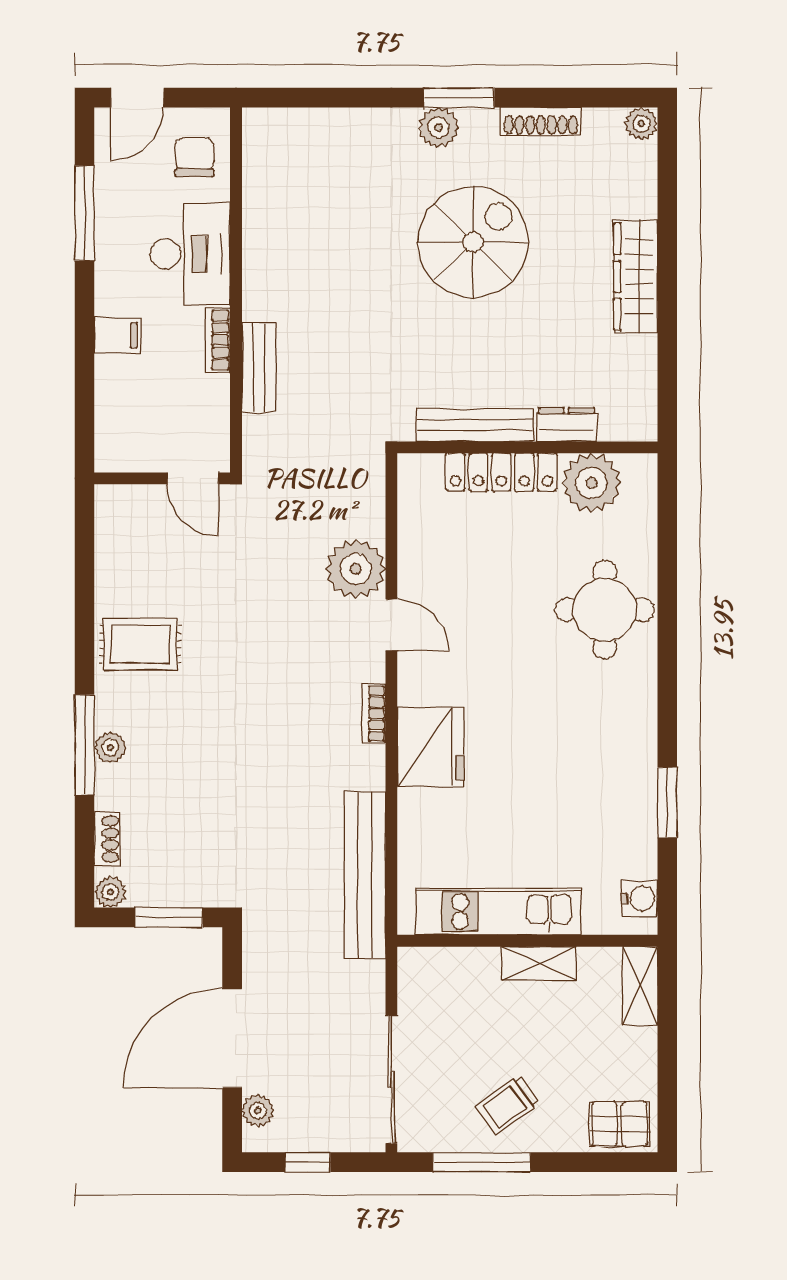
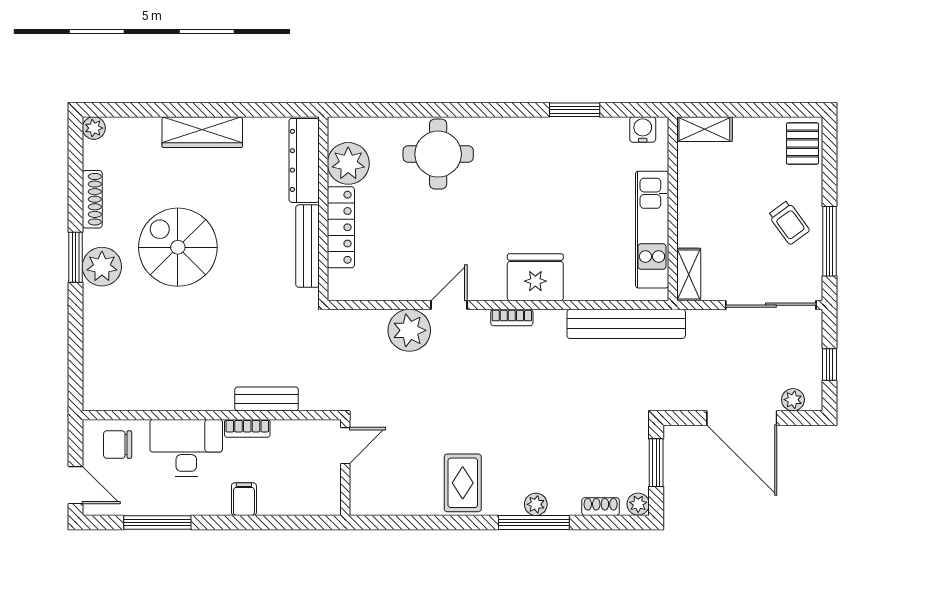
plant: (438, 128) -> (102, 267), width x1.36, depth x1.36
dresser: (567, 424) -> (304, 160), width x1.96, depth x1.24
shelving: (539, 963) -> (689, 275), moved

